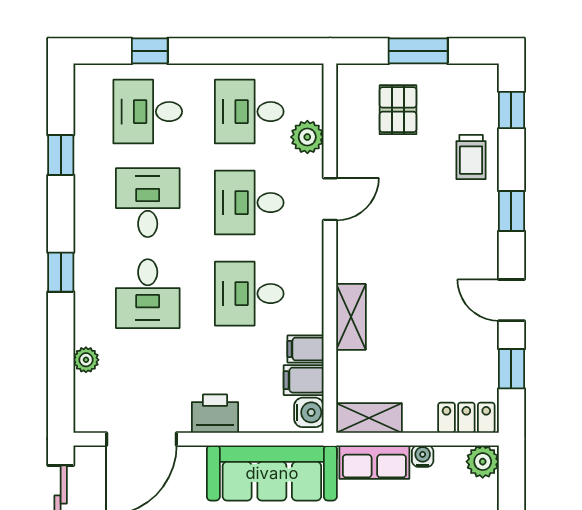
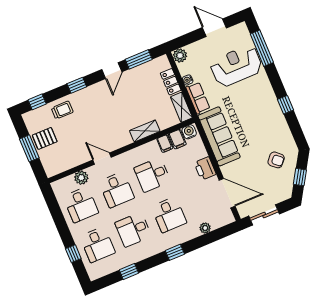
pallet: (398, 110) -> (45, 138), moved
desk: (148, 294) -> (169, 215), turned 90
desk: (249, 294) -> (152, 175), turned 90
window: (511, 369) -> (139, 59), width x1.50
locker: (466, 418) -> (171, 82), moved

